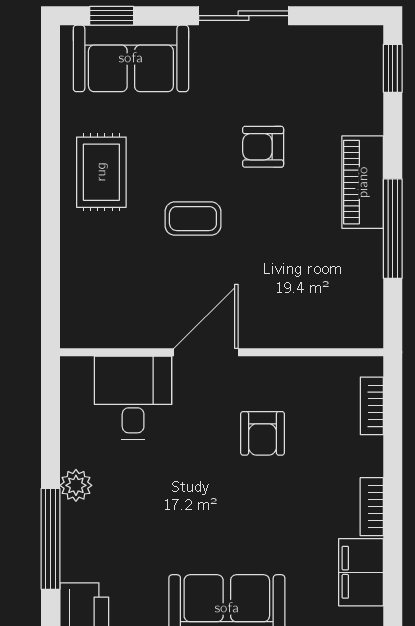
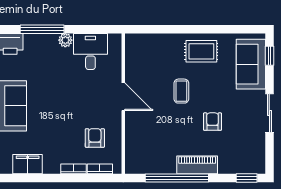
window: (393, 229) -> (177, 178), width x1.46
desk: (133, 398) -> (90, 51), moved, turned -90
armchair: (263, 433) -> (95, 138), moved, turned 90
bookcase: (372, 507) -> (73, 169), moved

